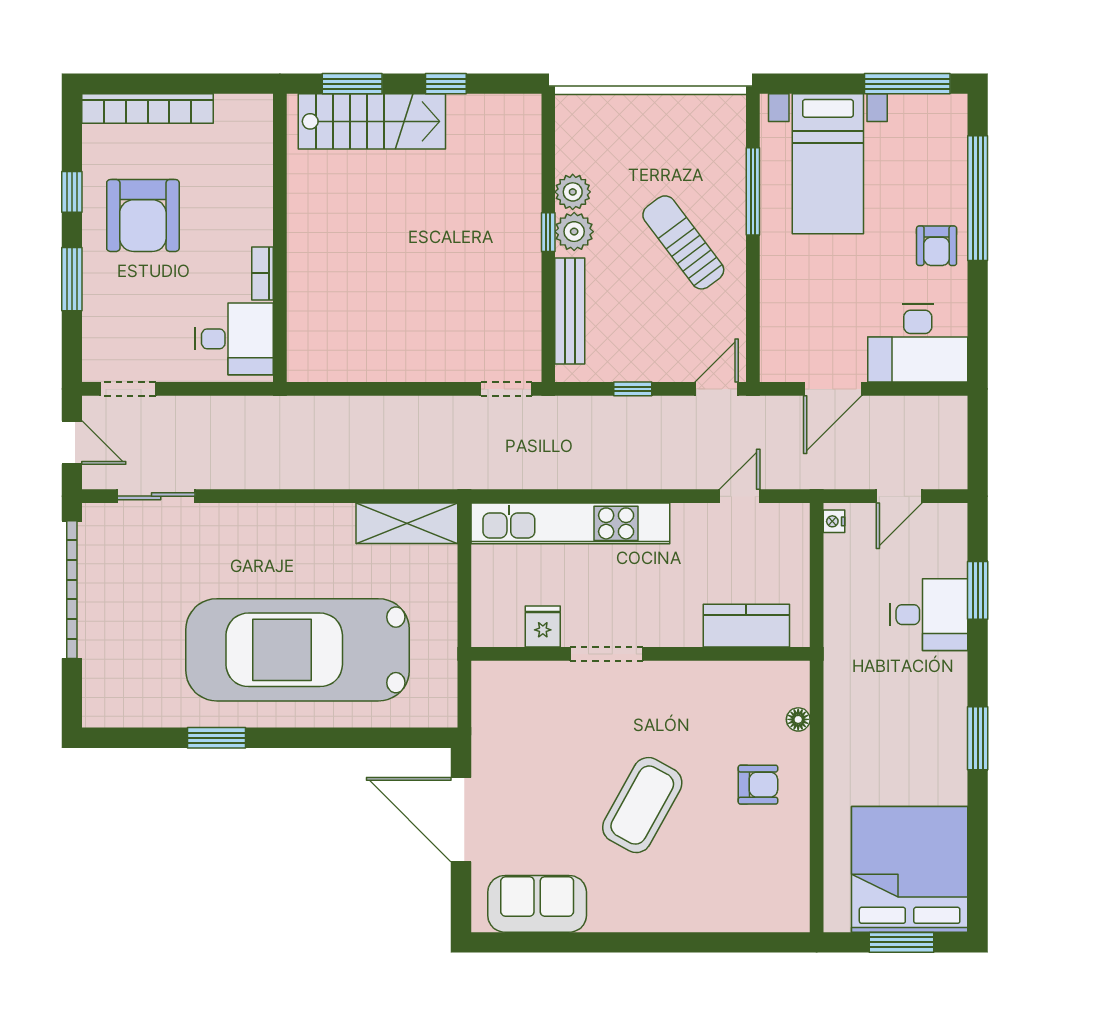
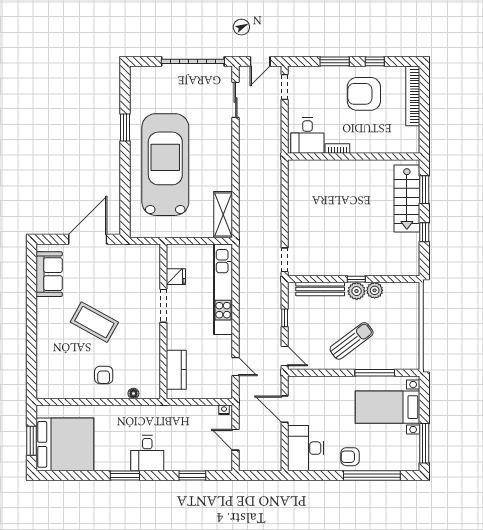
desk: (929, 615) -> (147, 453), moved

